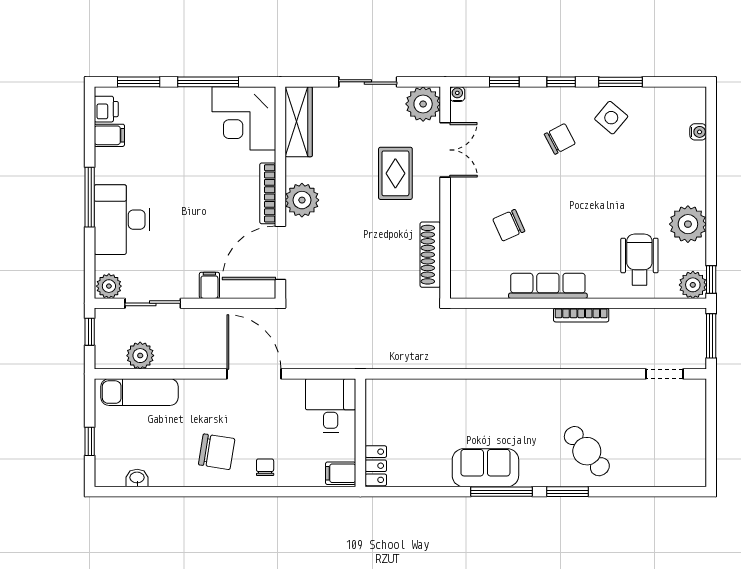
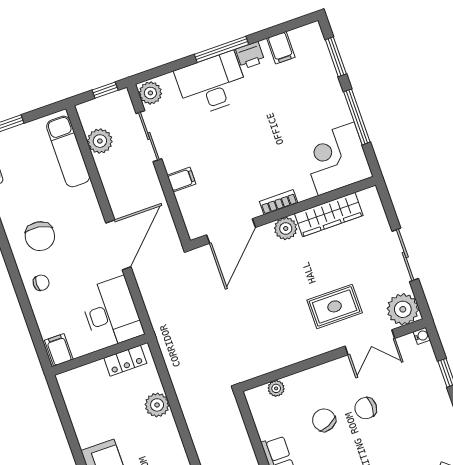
printer: (106, 109) -> (250, 55), moved
wardrobe: (299, 122) -> (329, 215), moved
chair: (560, 139) -> (366, 408), moved, turned 118
bookcase: (268, 193) -> (279, 202), width x0.64
plant: (302, 200) -> (286, 228), width x0.73, depth x0.73
door: (280, 253) -> (231, 231), swing flipped
shoe rack: (430, 255) -> (275, 361), removed
plant: (459, 263) -> (276, 388), added
plant: (433, 392) -> (157, 405), added
desk: (331, 406) -> (111, 313), width x1.37
locker: (376, 466) -> (125, 361), moved

